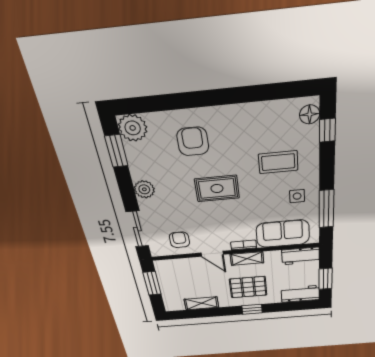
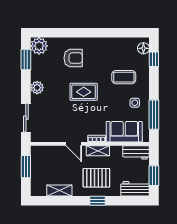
armchair: (193, 141) -> (73, 58), turned 90
armchair: (179, 240) -> (53, 129), removed

